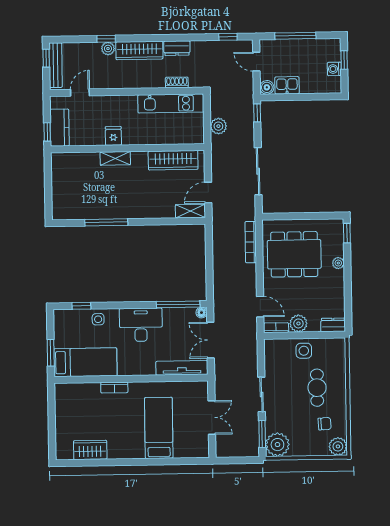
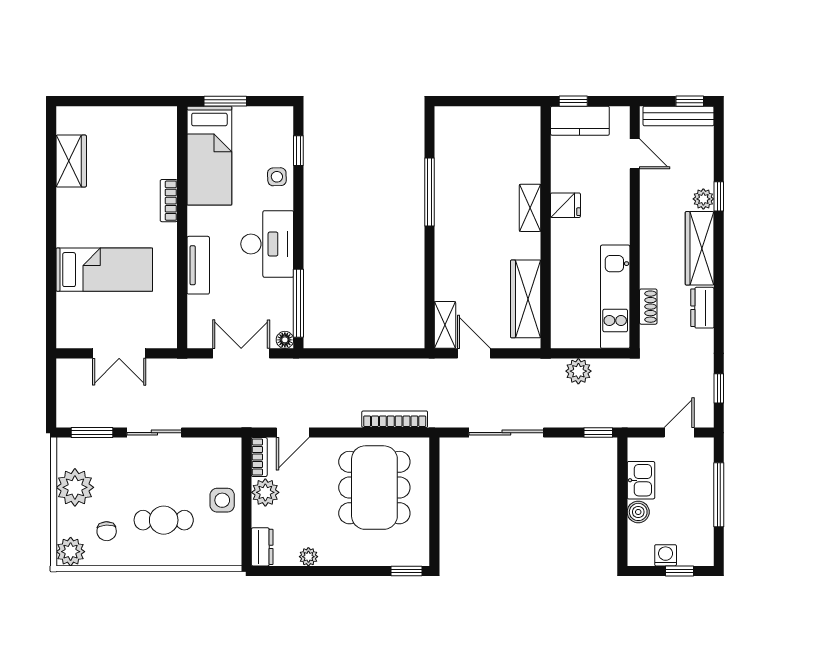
boiler: (267, 87) -> (638, 512), moved
plant: (338, 263) -> (308, 557), moved
tv unit: (182, 368) -> (198, 265), moved, width x0.71
plant: (277, 445) -> (75, 487), moved

